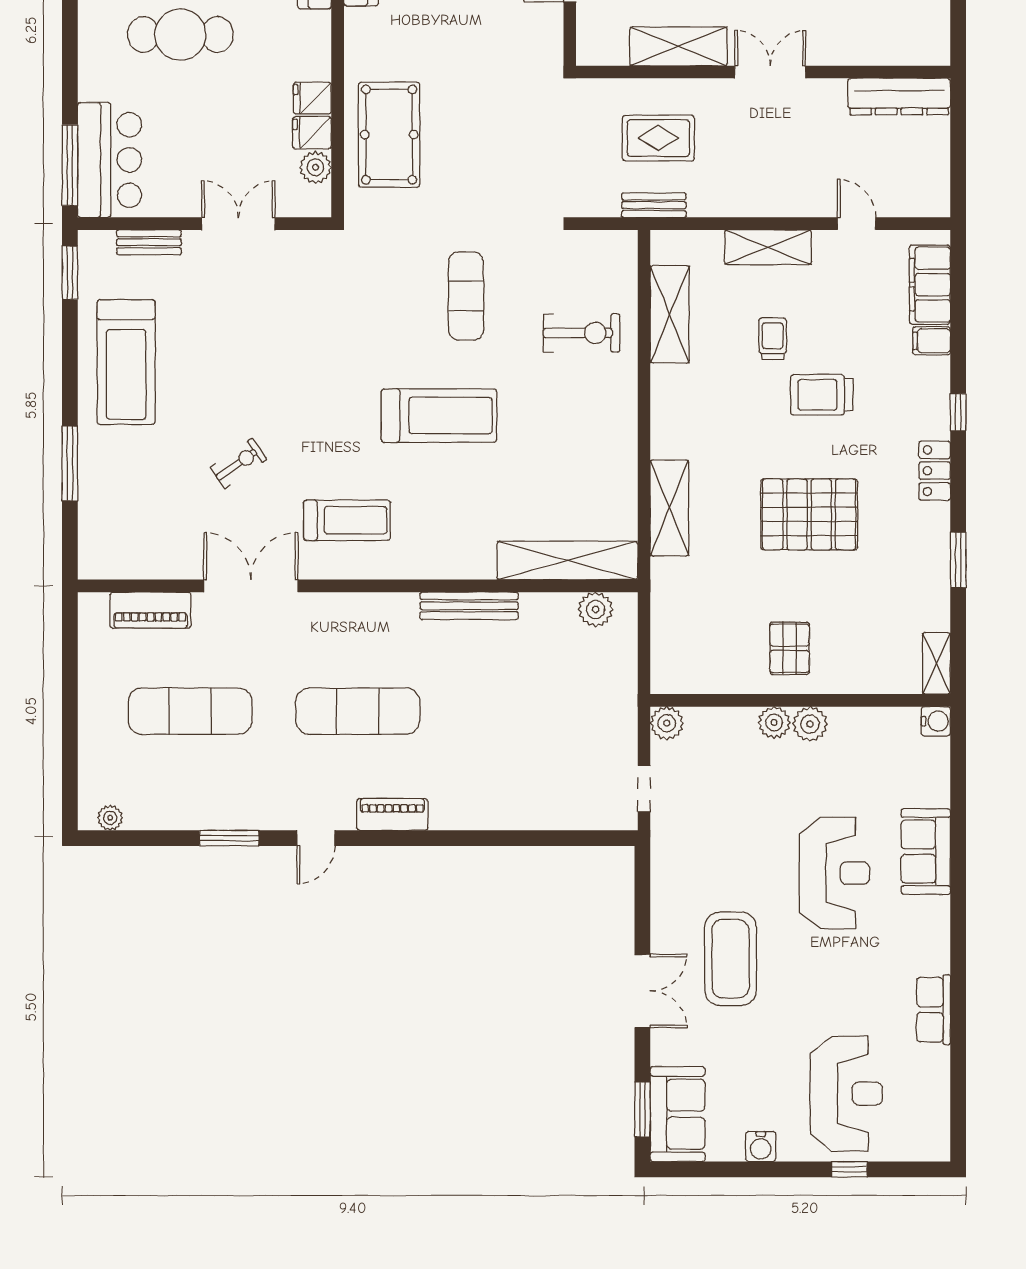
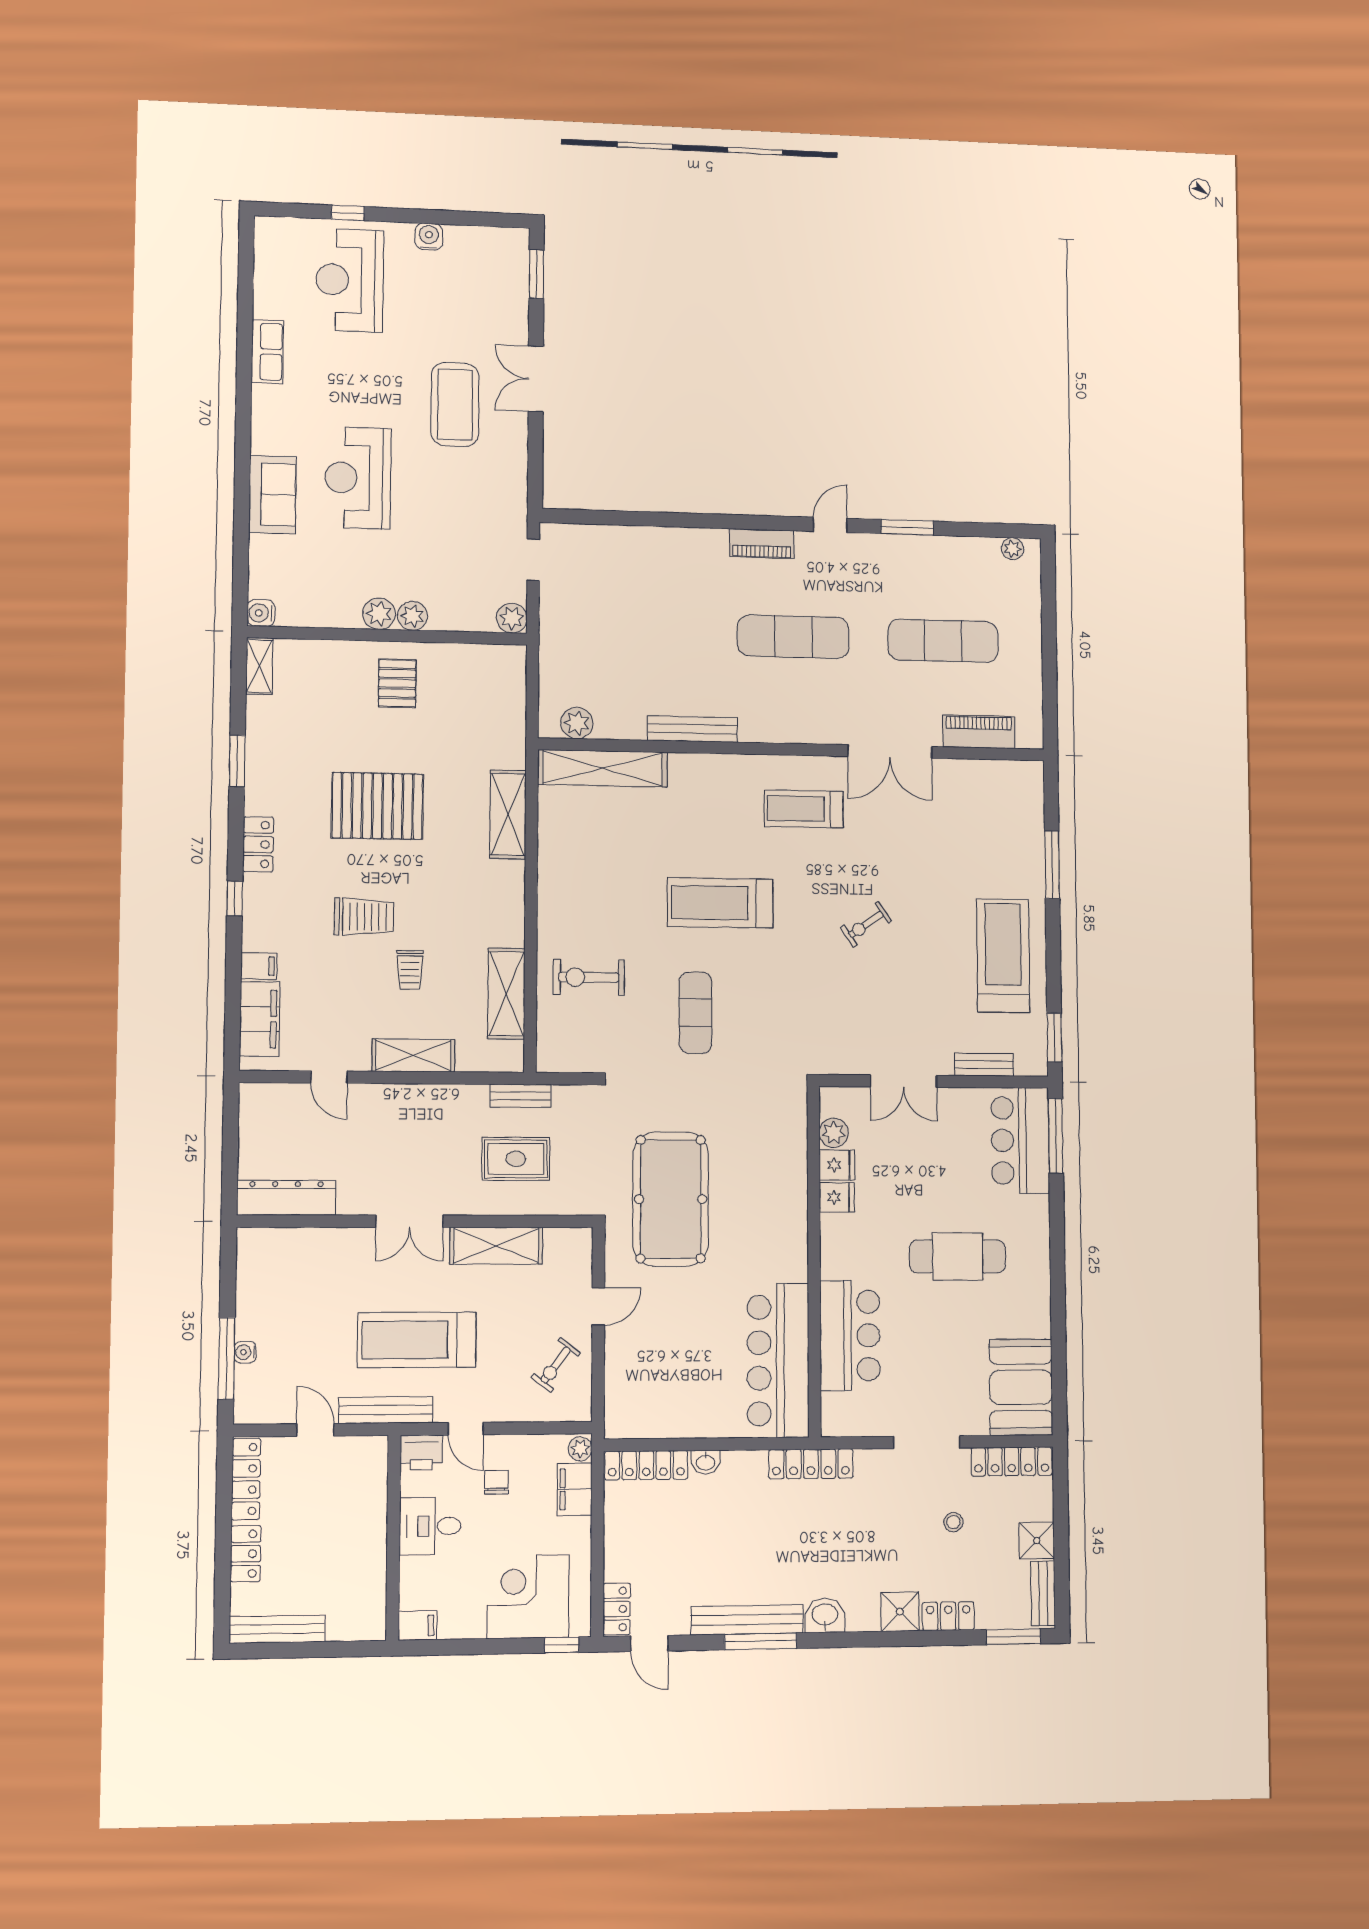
pool table: (389, 135) -> (671, 1199), moved, width x1.36, depth x1.32
exercise bike: (239, 463) -> (866, 924), moved
sofa: (678, 1114) -> (505, 269), removed

